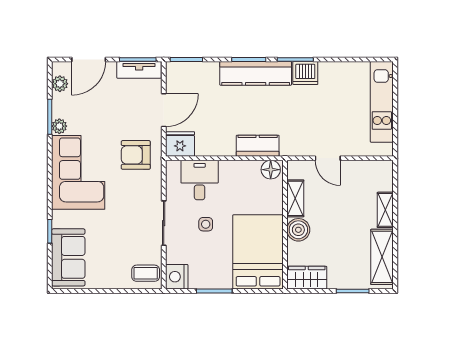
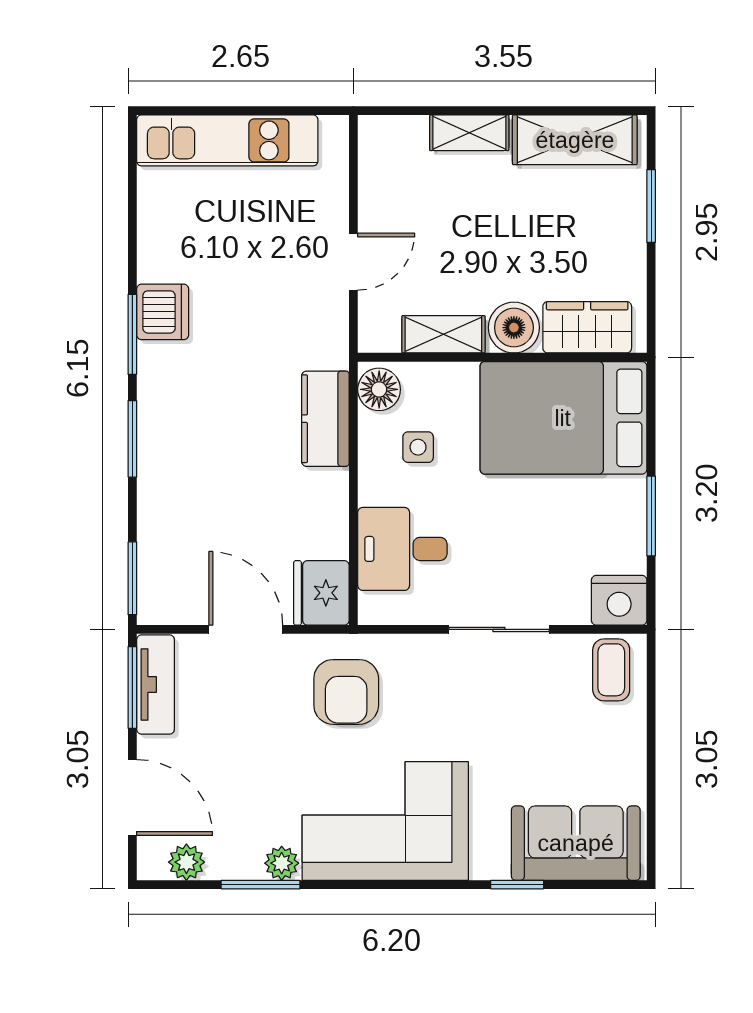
kitchen counter: (256, 73) -> (163, 423), removed
side table: (206, 224) -> (418, 447), moved
wardrobe: (307, 278) -> (587, 327), moved, turned 90

